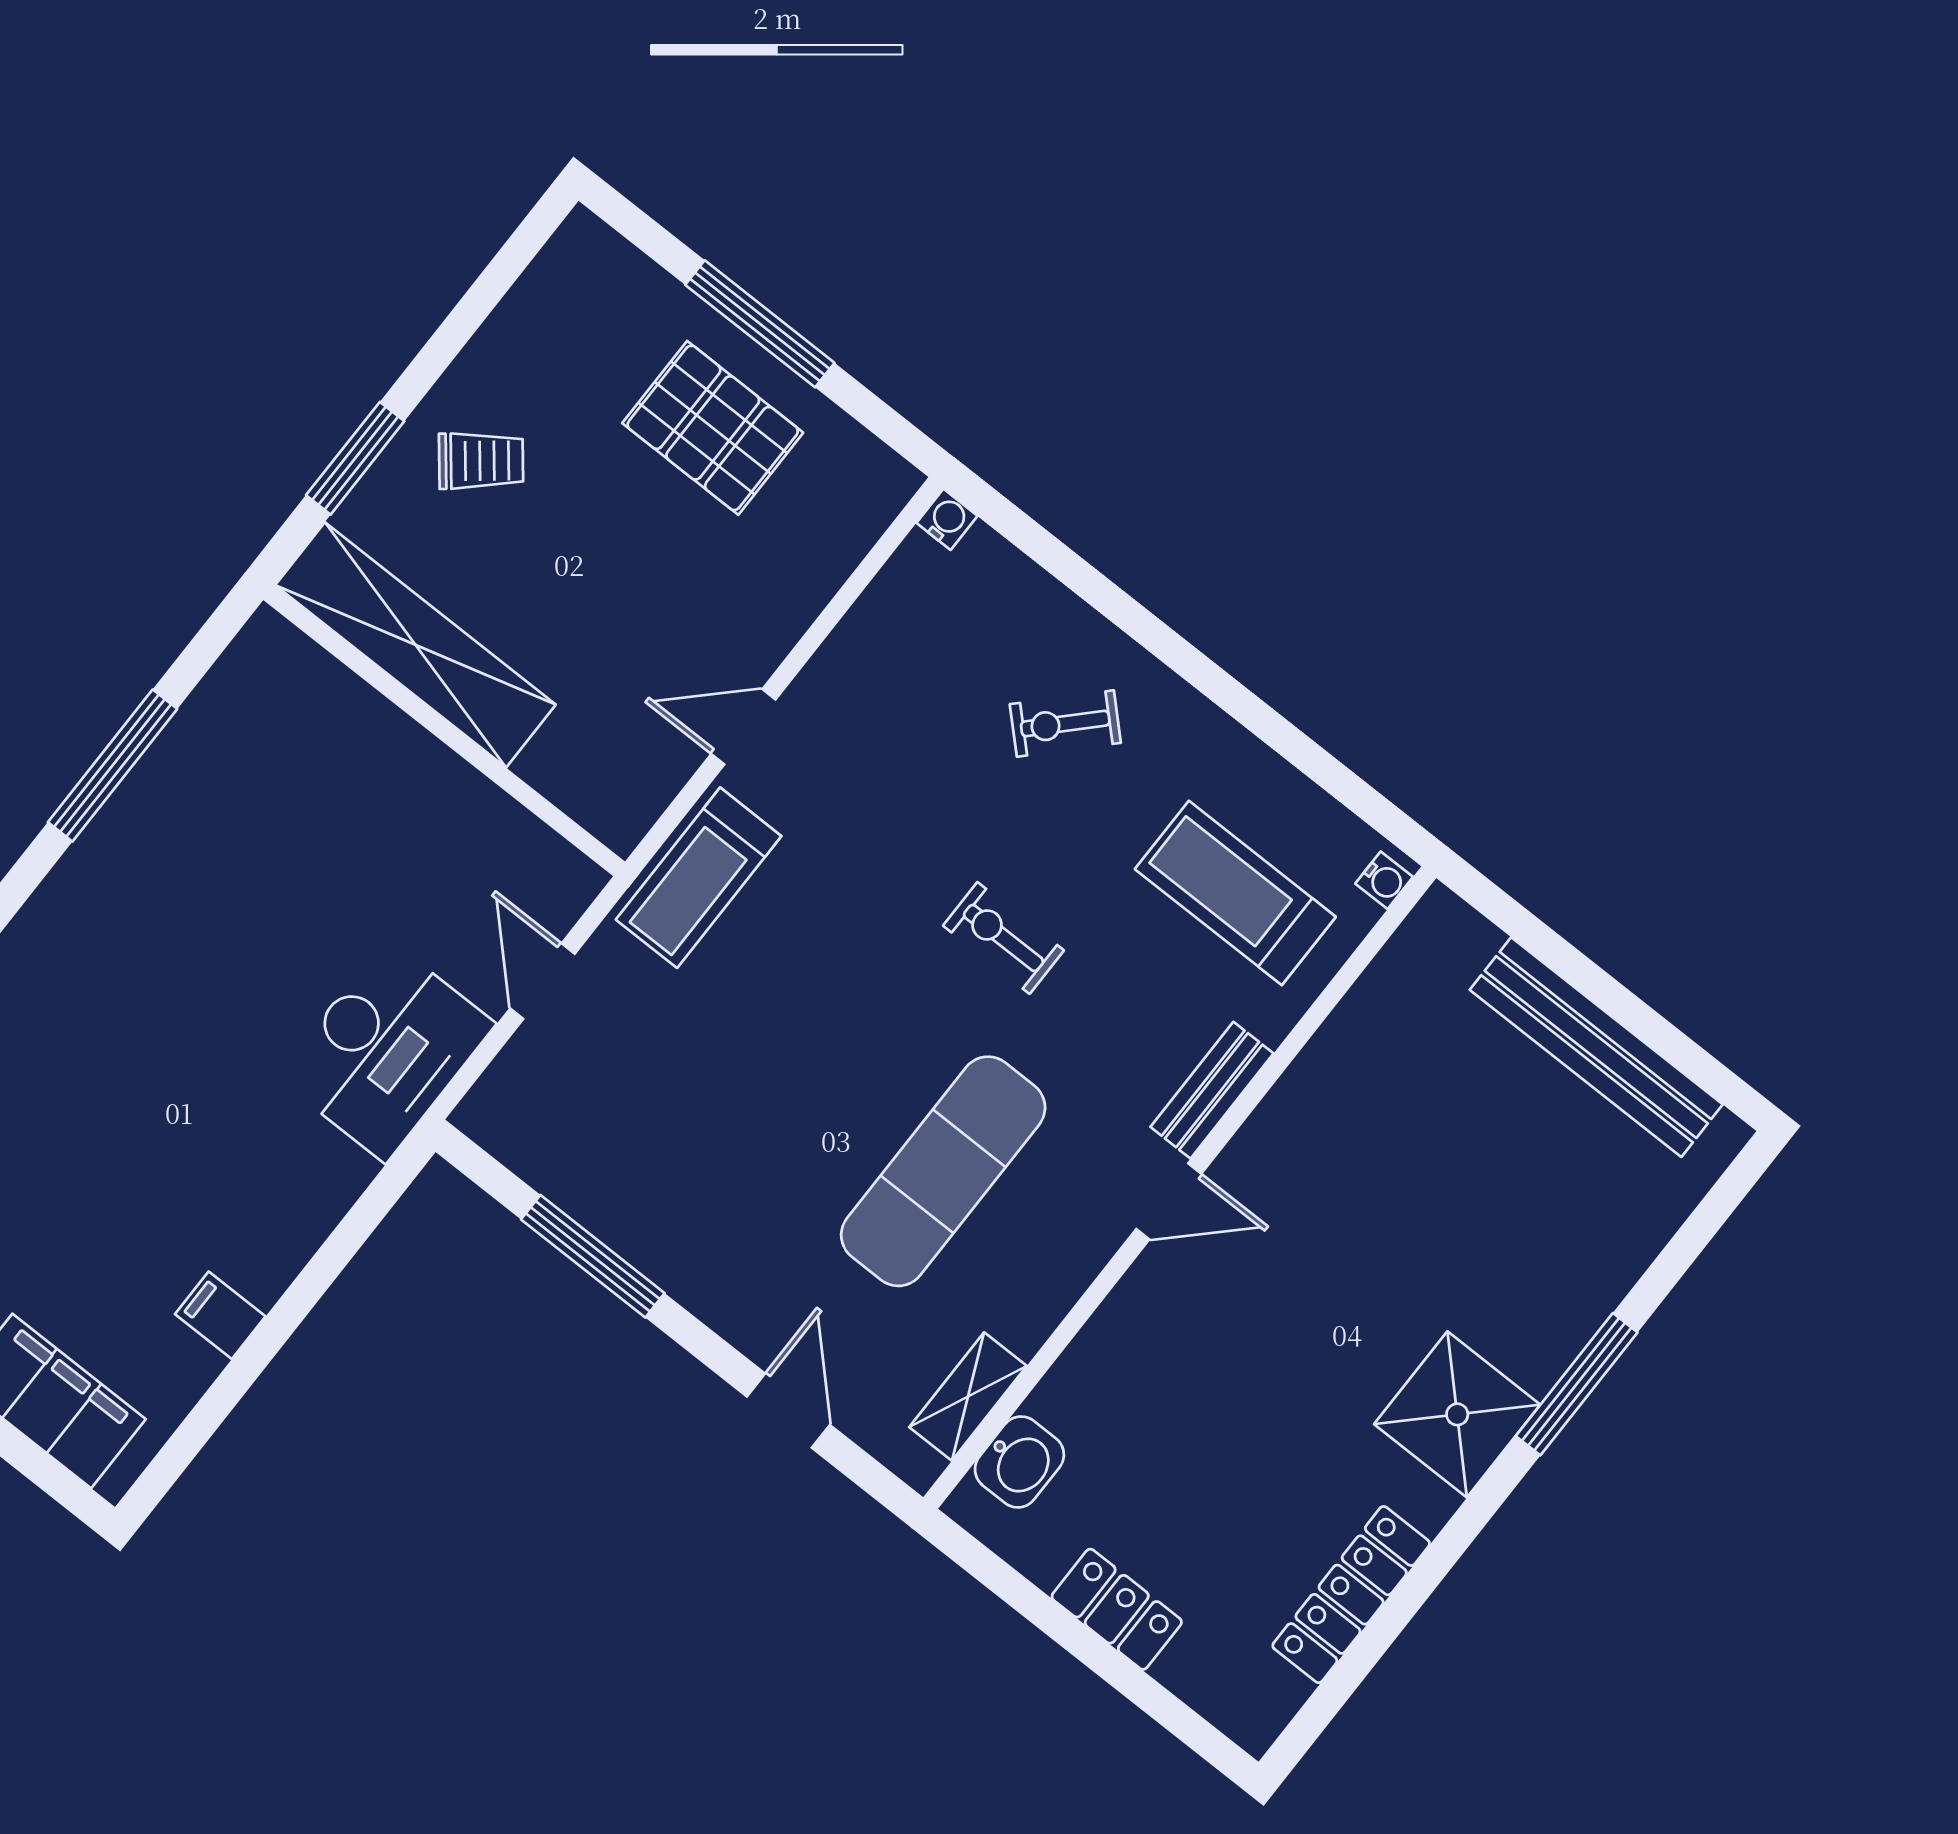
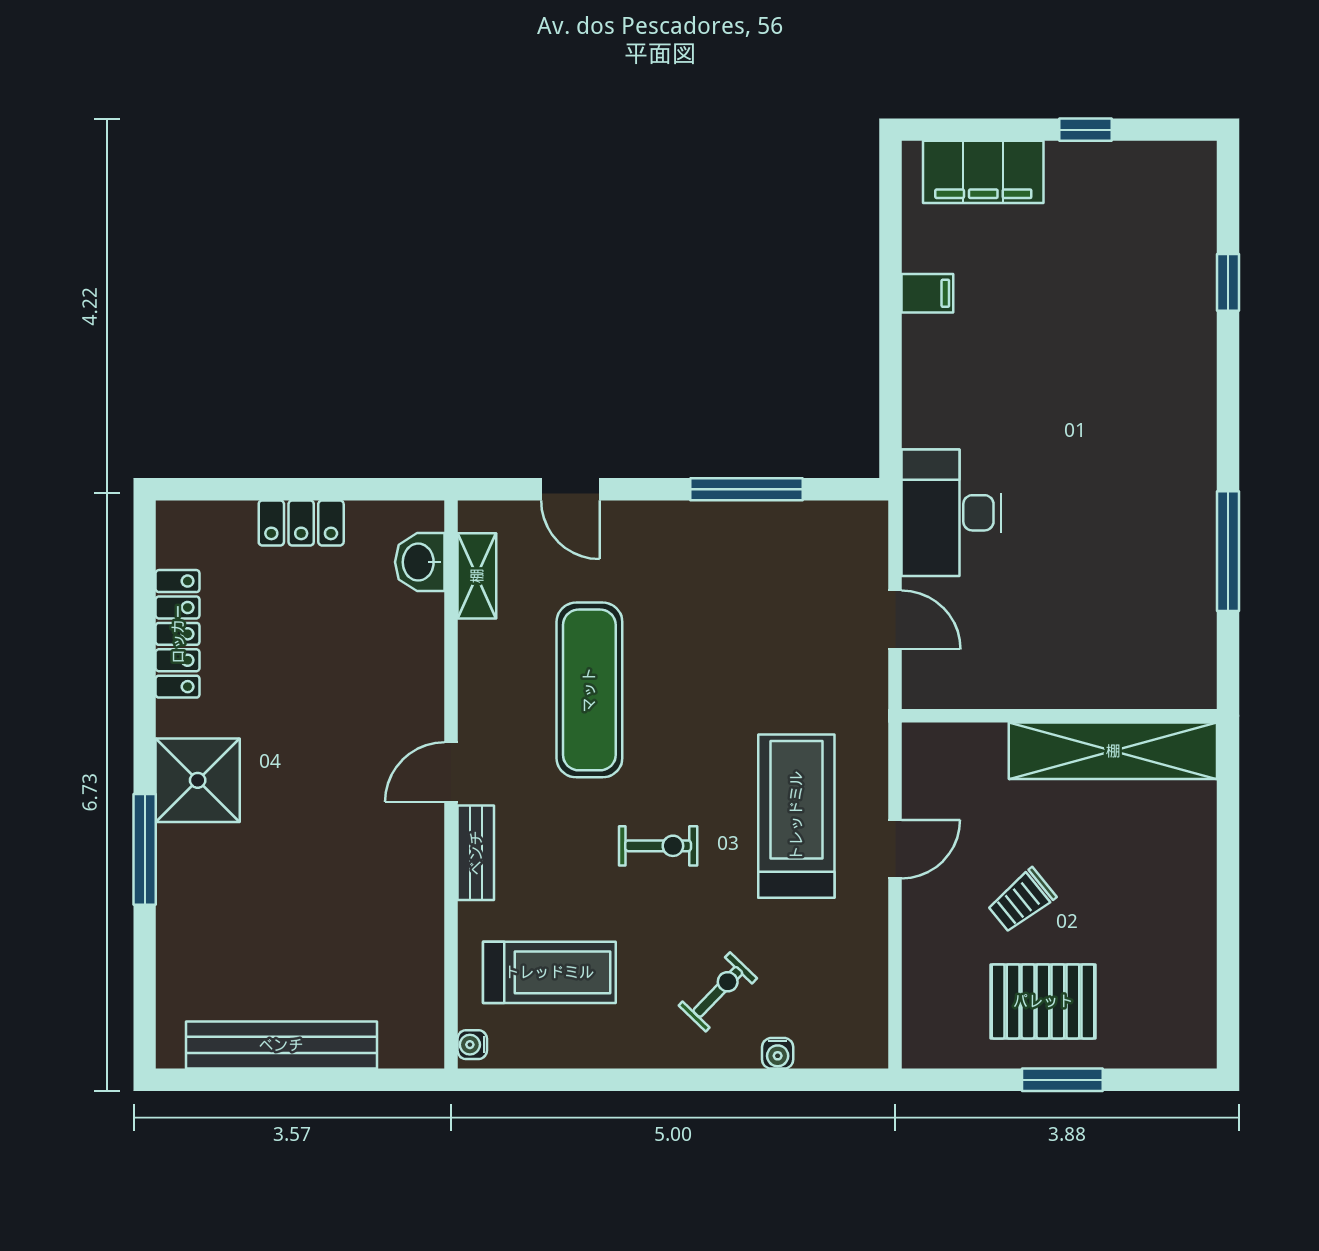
window: (760, 324) -> (1062, 1080), width x0.69
window: (355, 458) -> (1228, 828), removed
trolley: (481, 461) -> (1022, 901), moved
water cooler: (947, 519) -> (778, 1053), moved
treadmill: (699, 878) -> (796, 816), moved, width x1.37, depth x1.38

